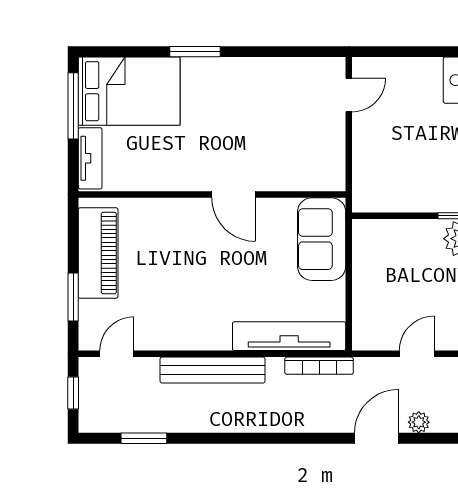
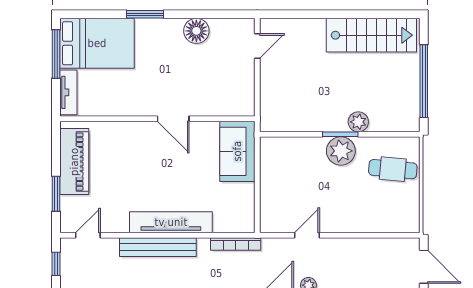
floor lamp: (265, 74) -> (196, 31), added
tv unit: (289, 336) -> (171, 222), moved

